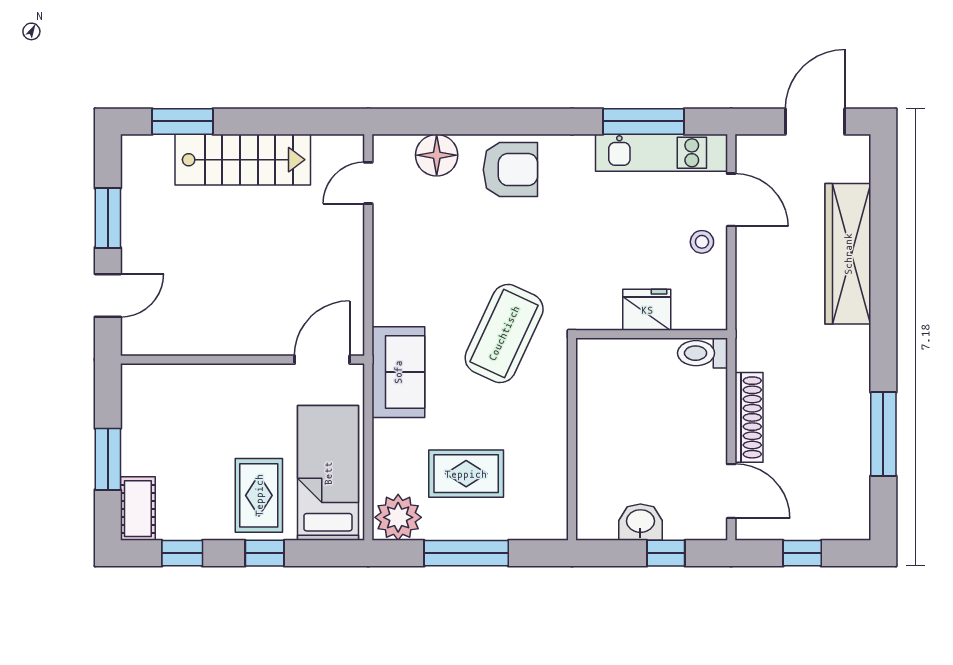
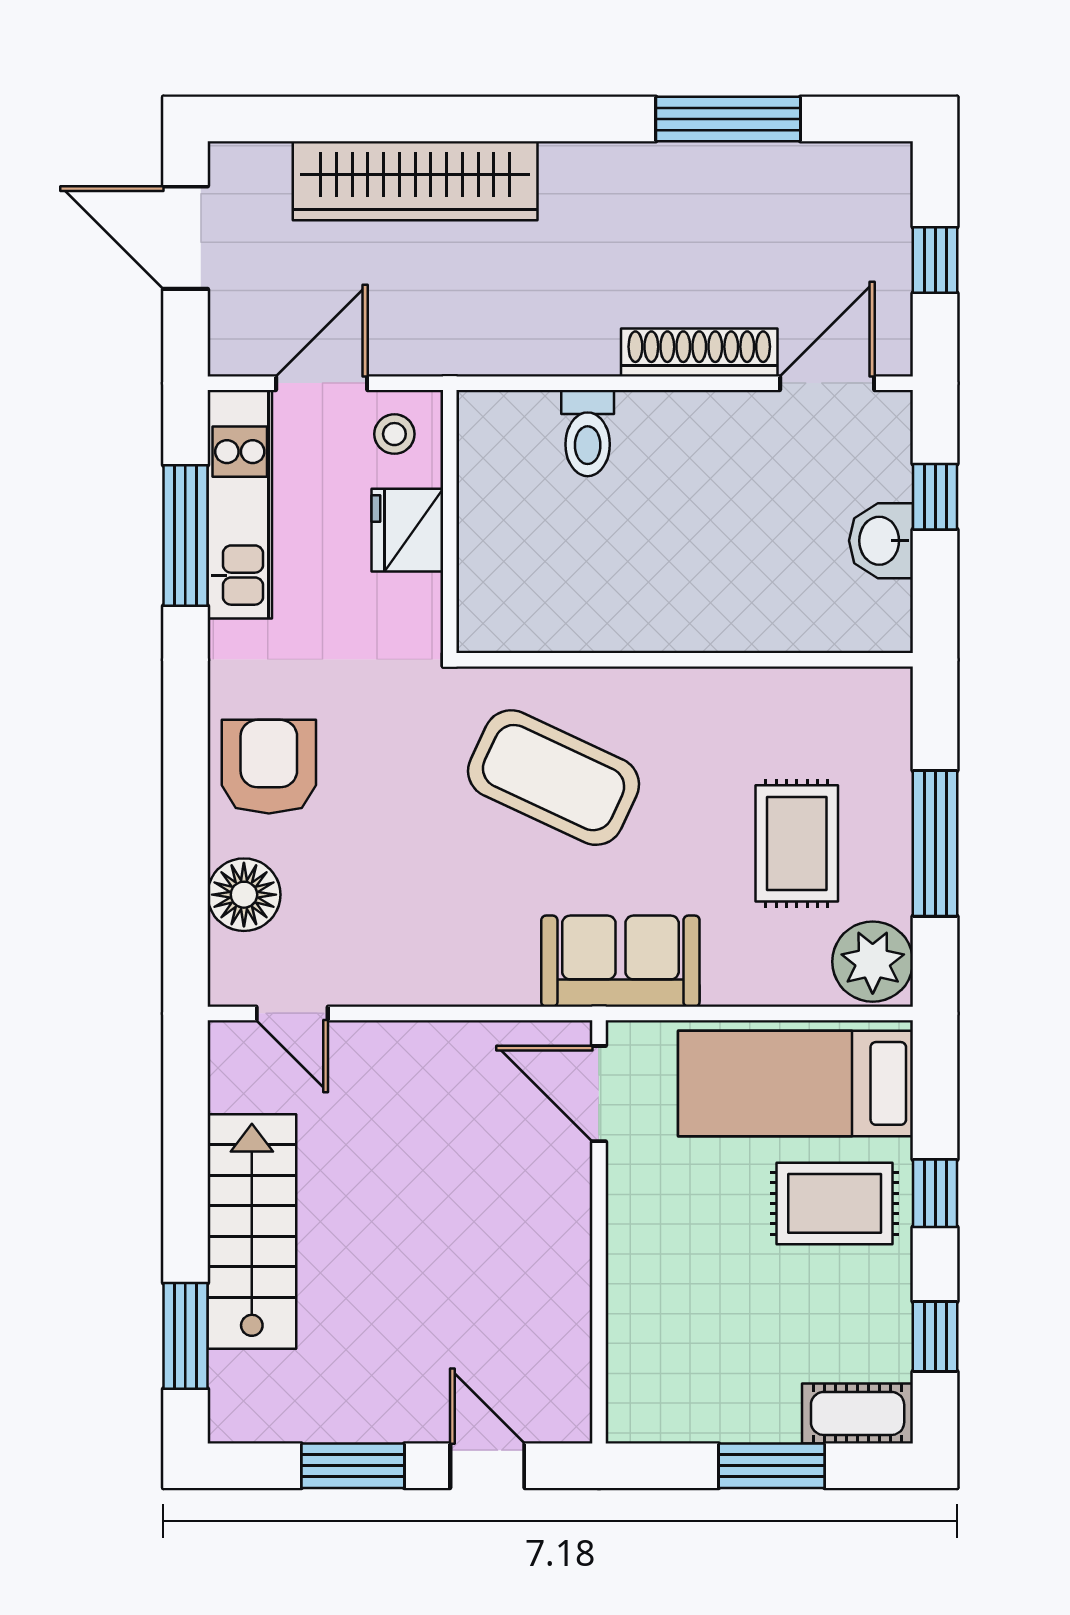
fridge: (647, 310) -> (407, 530), moved
wall: (652, 334) -> (450, 521), moved

